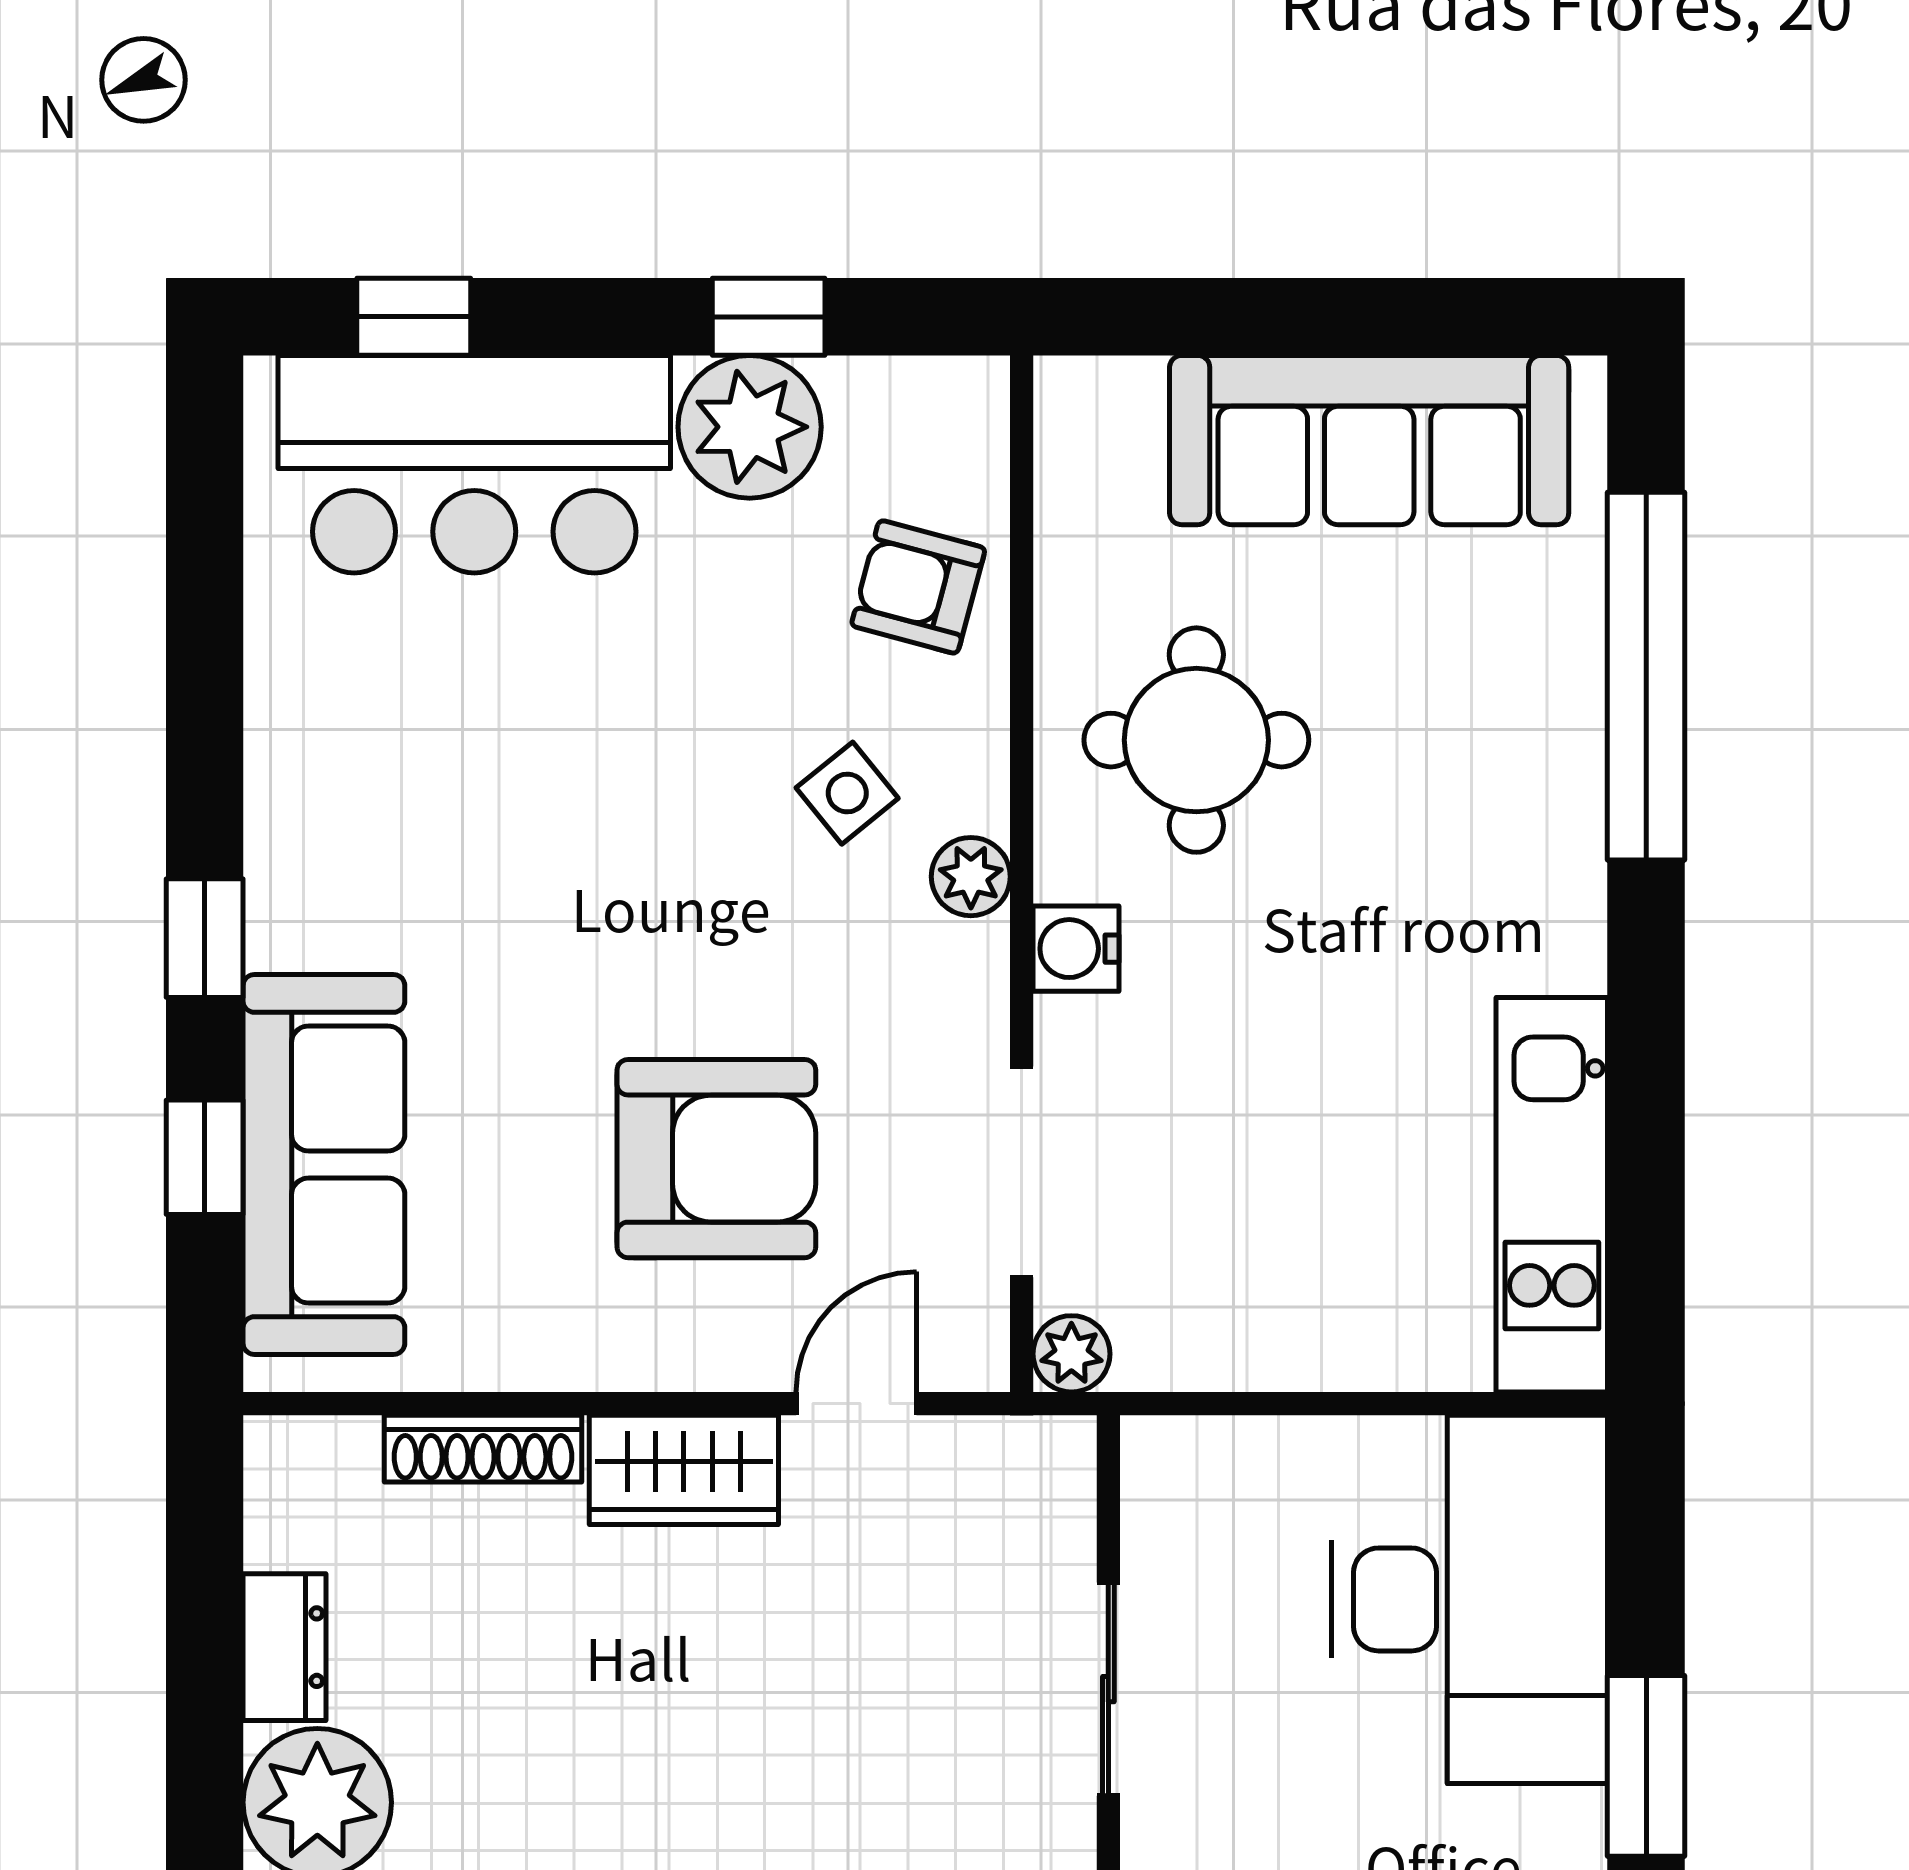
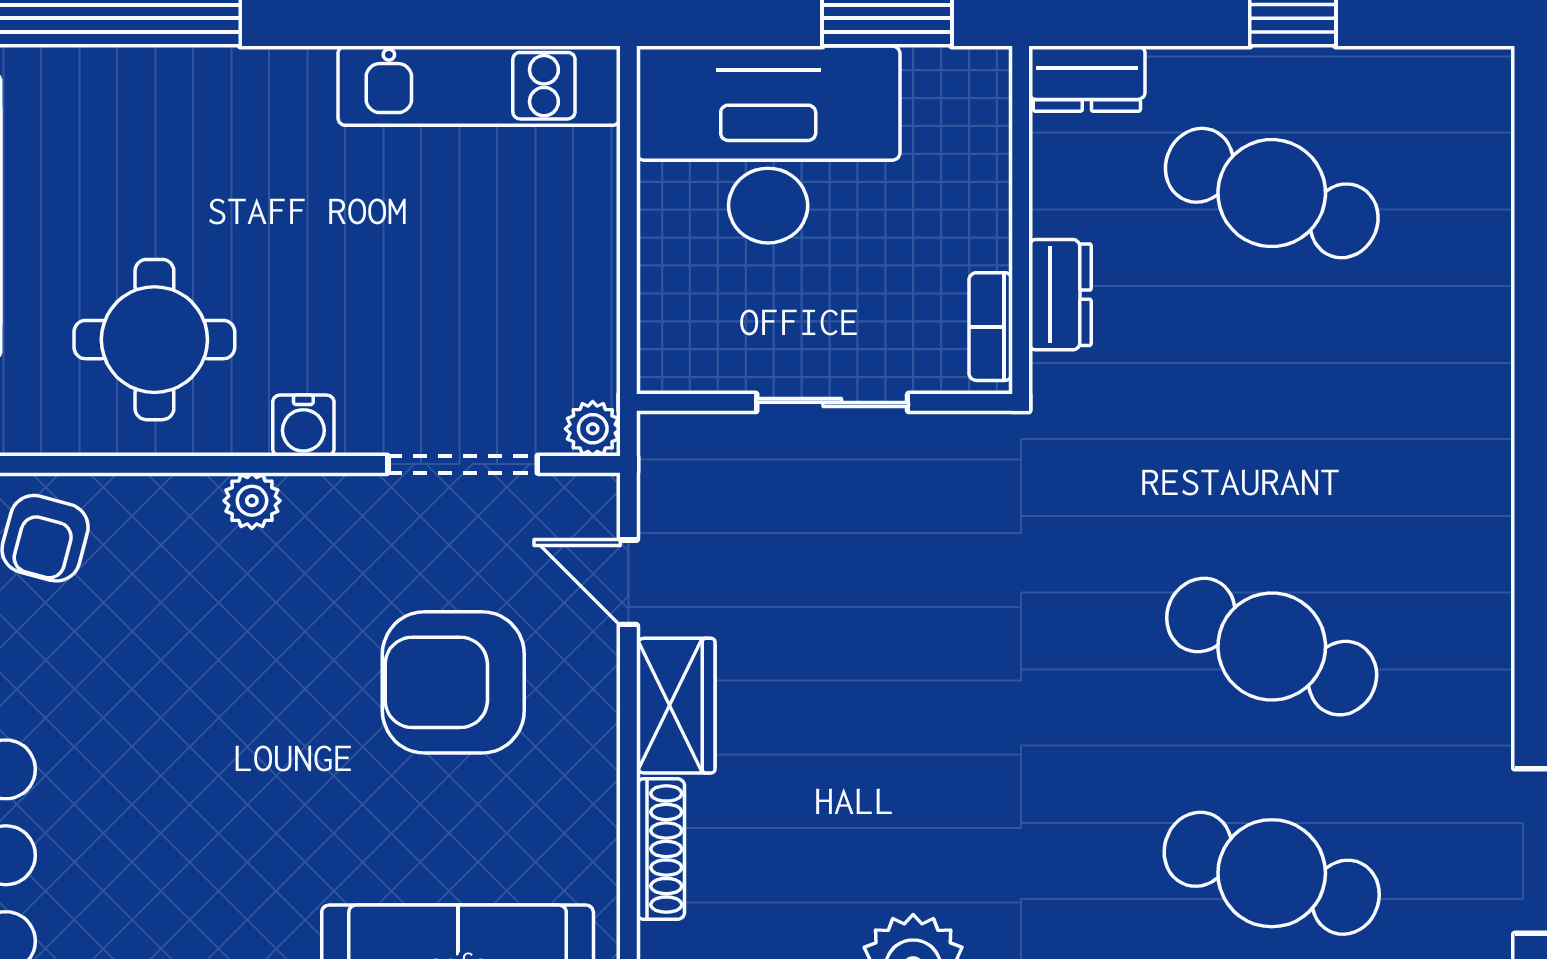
side table: (847, 793) -> (192, 589), removed
armchair: (716, 1159) -> (453, 682), turned -90

